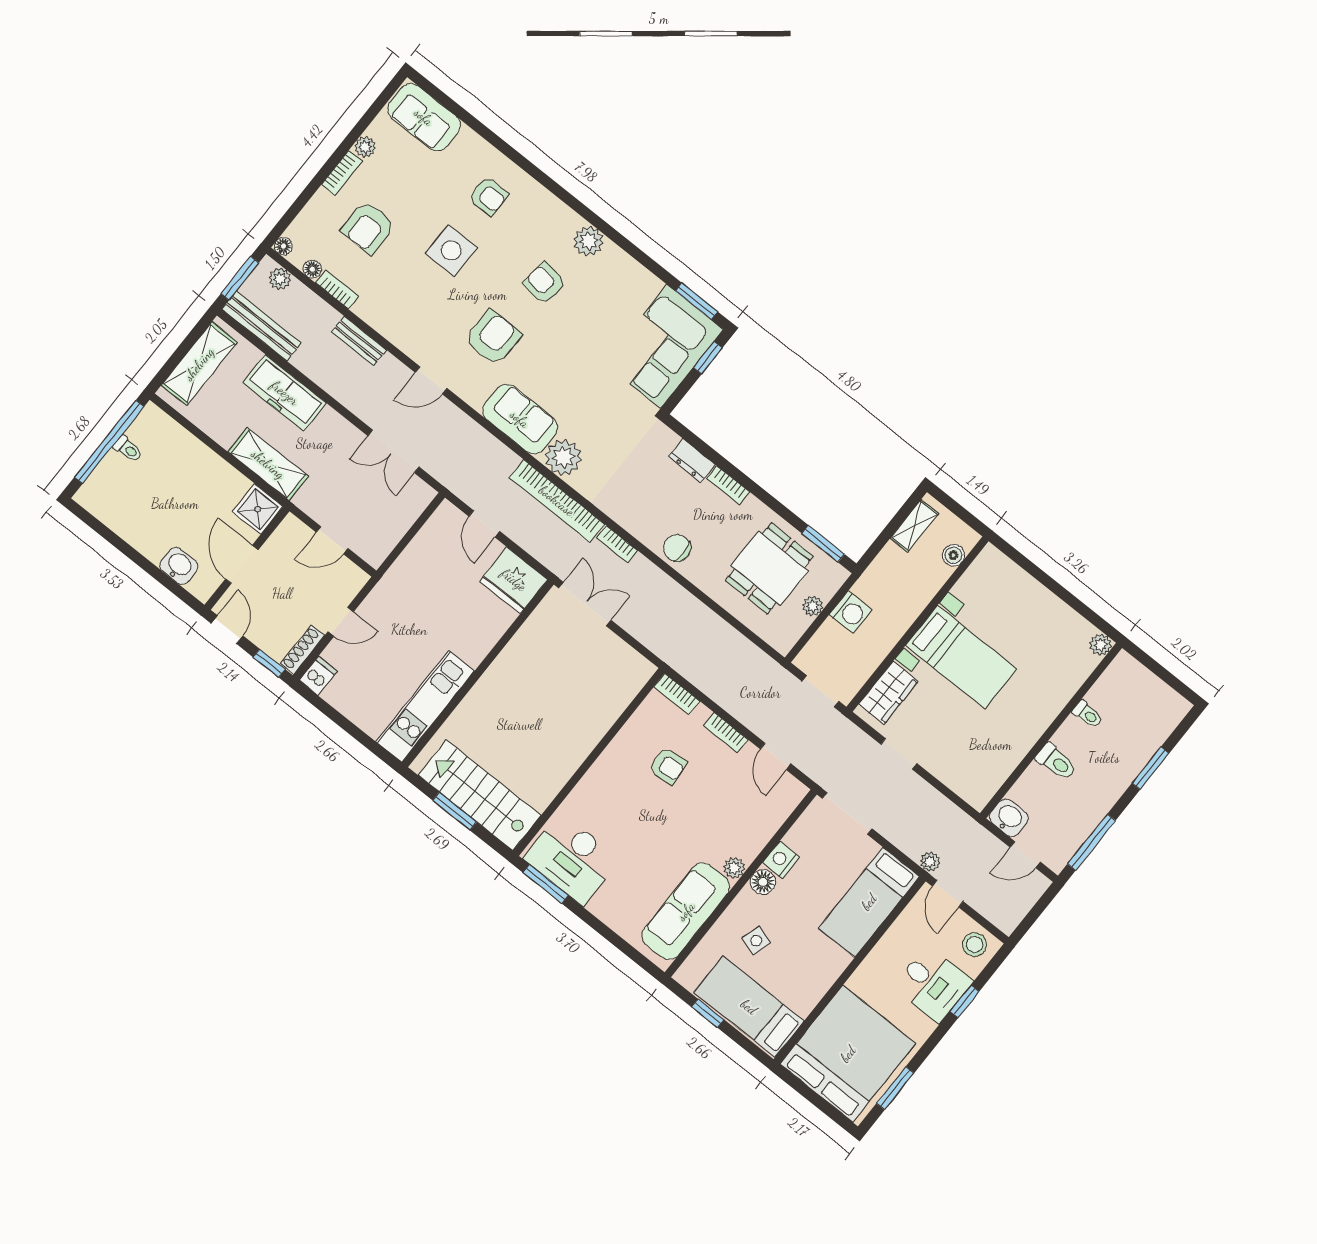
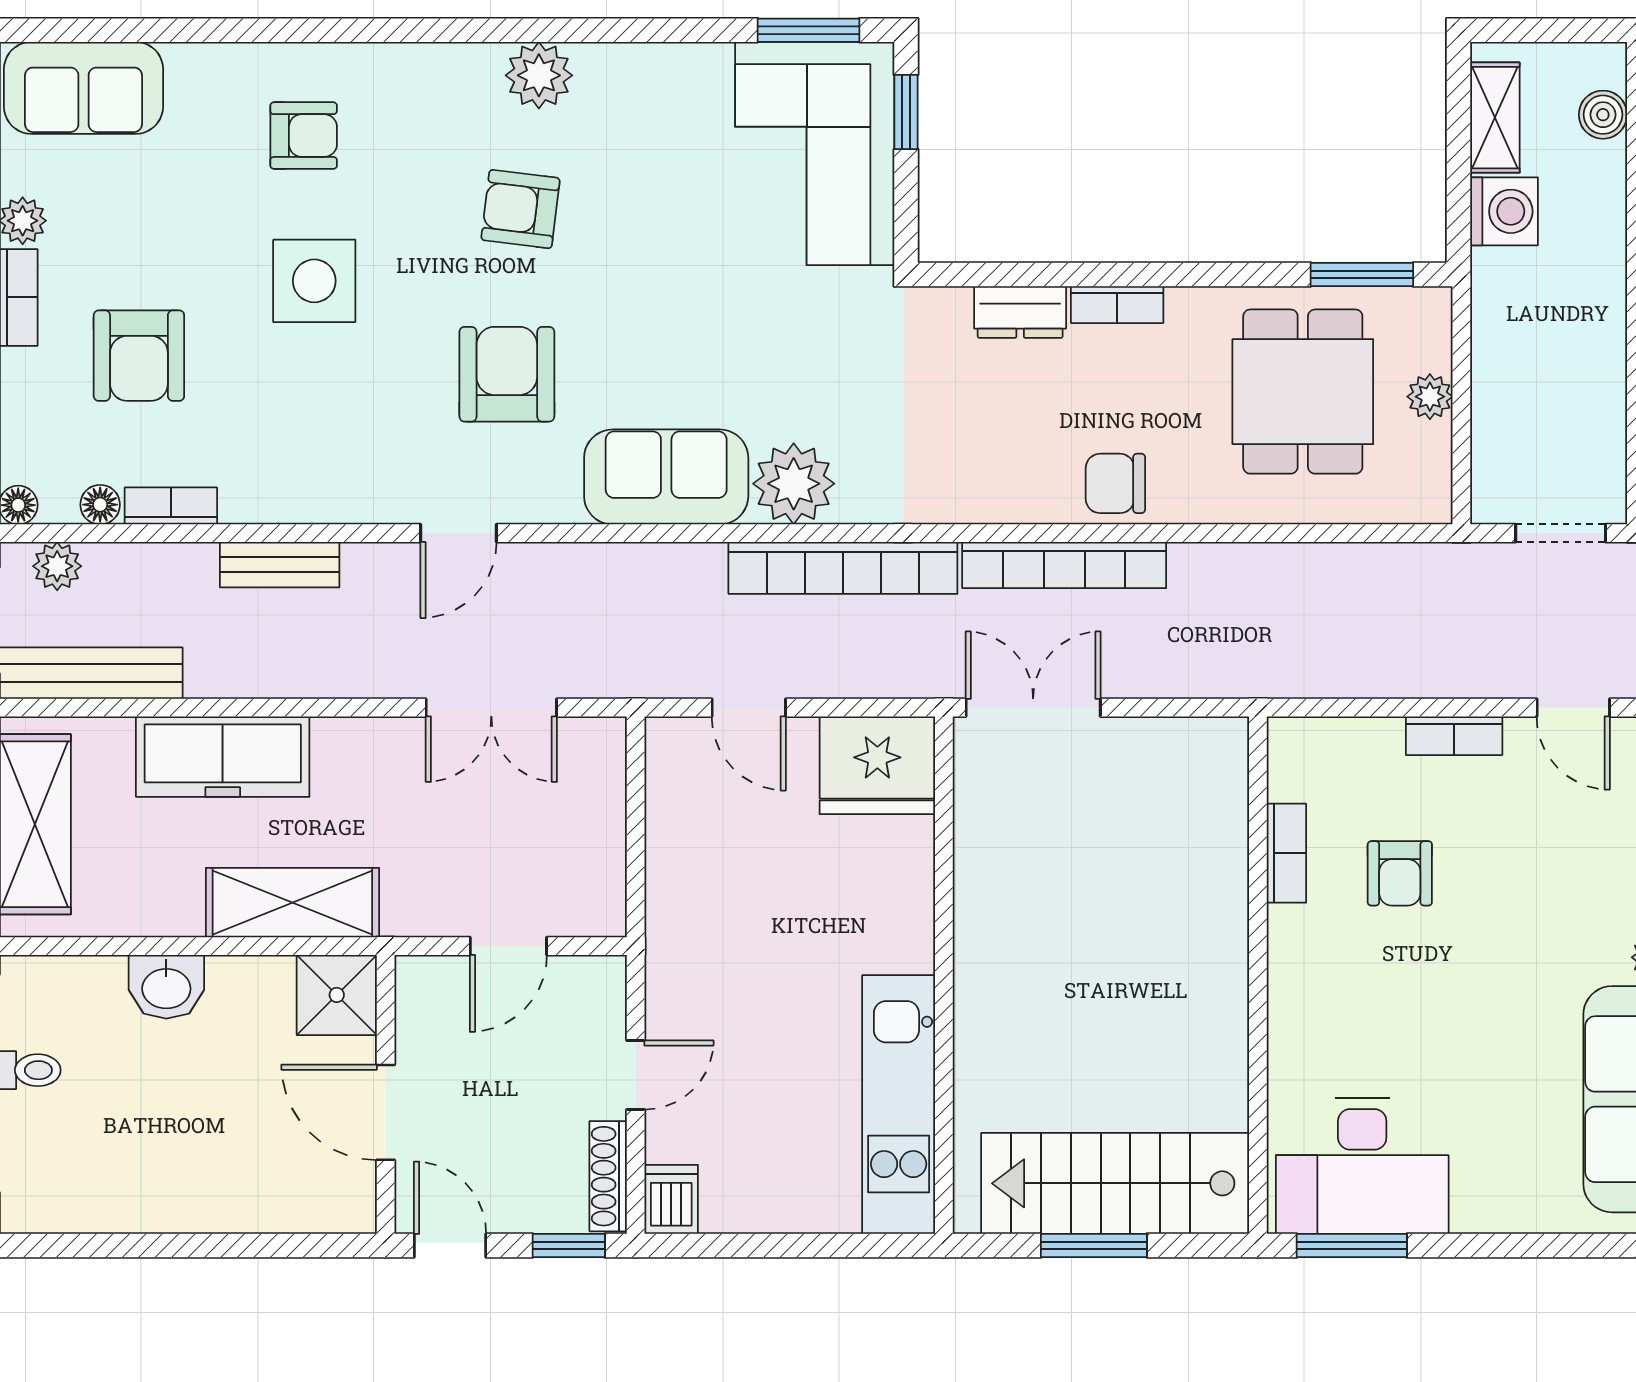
bookcase: (617, 544) -> (1064, 565), width x2.31, depth x1.31
washbasin: (179, 566) -> (166, 987), moved, turned 180
washing machine: (851, 612) -> (1504, 211), moved
bookcase: (677, 694) -> (1286, 853), moved, turned -90
armchair: (668, 766) -> (1400, 873), turned 96

